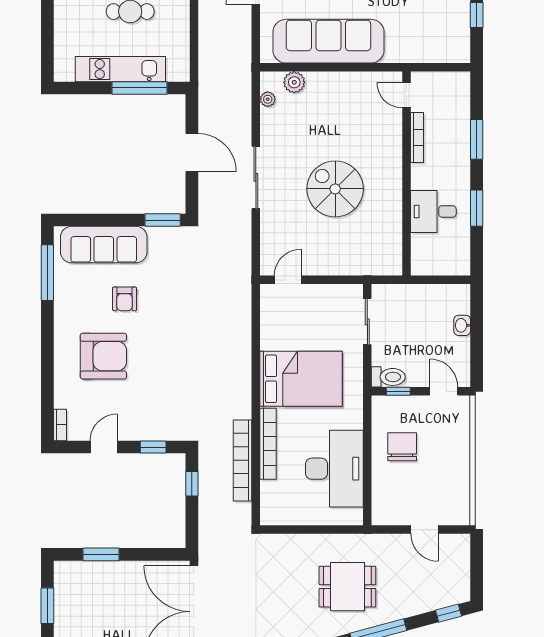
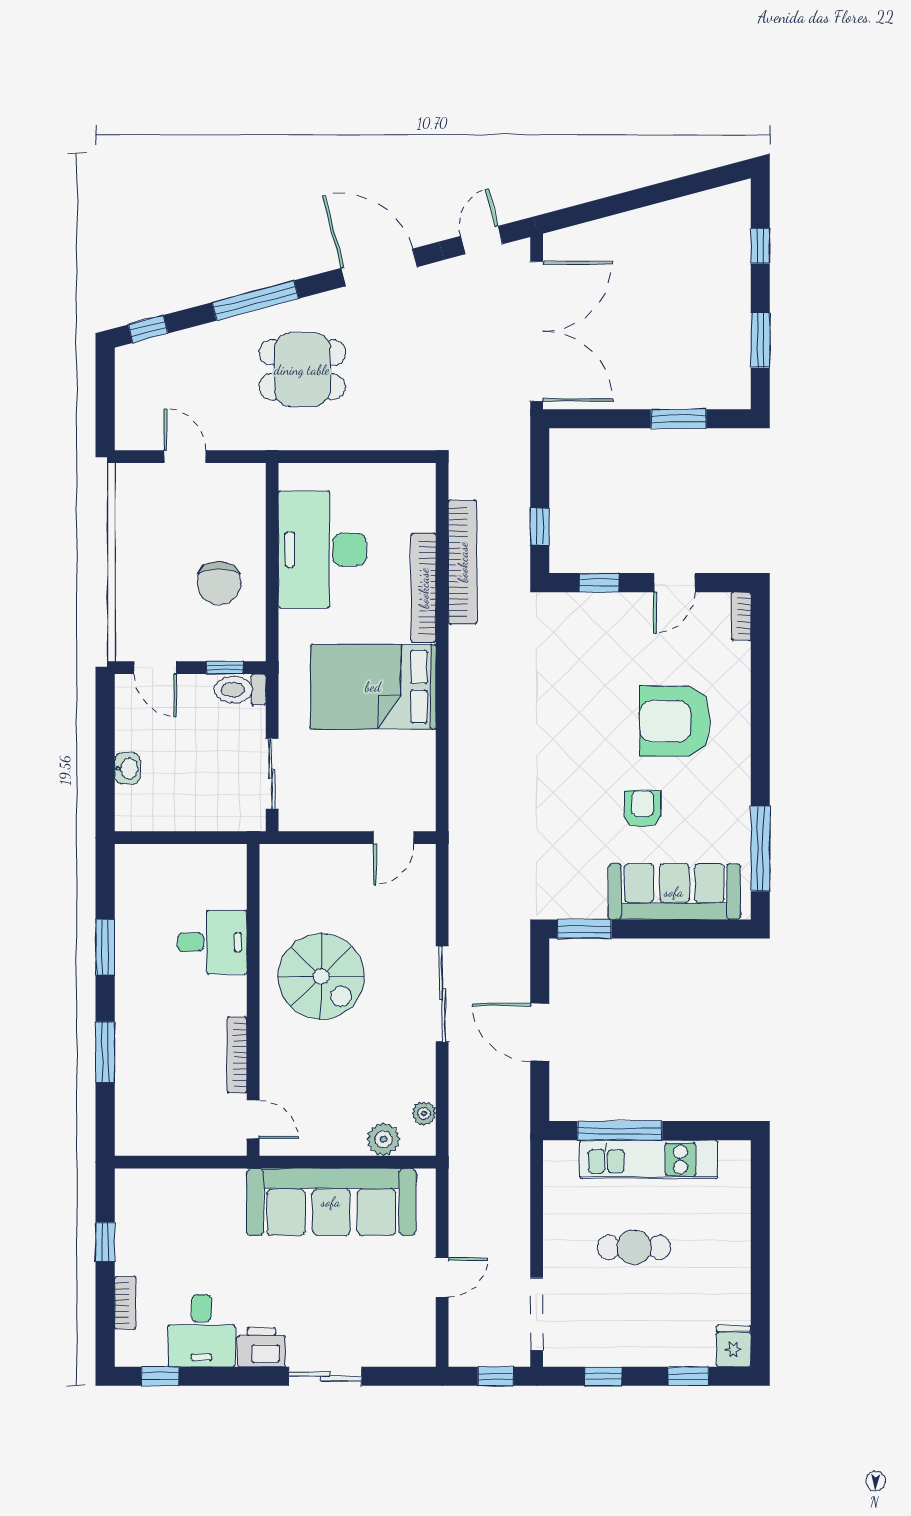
door: (406, 95) -> (253, 1119), moved
bookcase: (417, 138) -> (237, 1055), moved
wall: (406, 174) -> (253, 1000), moved
desk: (433, 211) -> (212, 942), moved

